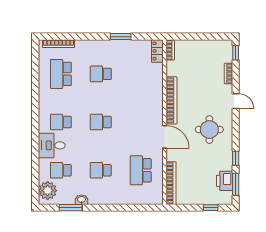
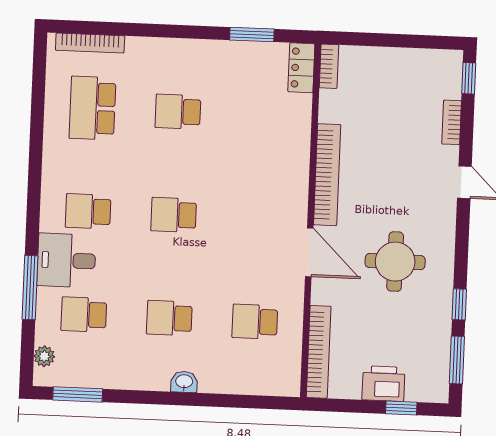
window: (121, 37) -> (252, 34), moved
round table: (209, 130) -> (395, 262), moved
window: (35, 159) -> (30, 288), added
school desk: (141, 170) -> (255, 322), width x0.54
printer: (225, 181) -> (383, 384), moved, turned 90
plant: (48, 191) -> (44, 356), width x0.53, depth x0.53
washbasin: (81, 200) -> (184, 382), moved
window: (71, 208) -> (78, 394), moved

